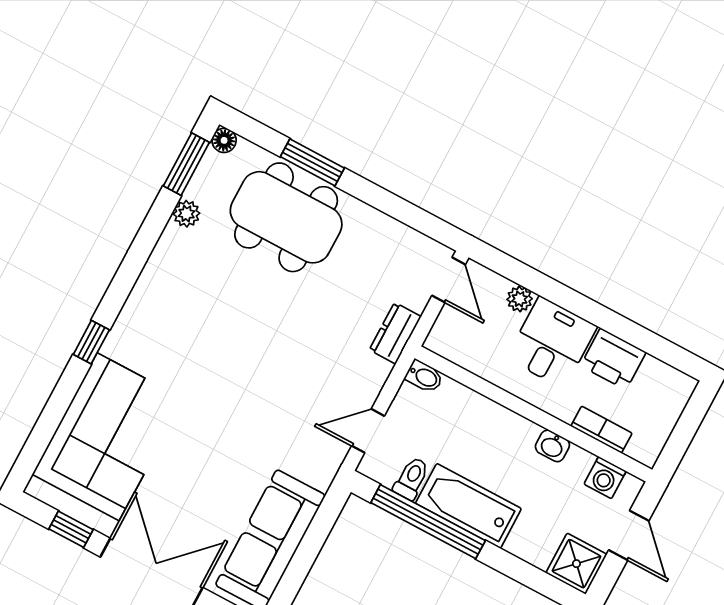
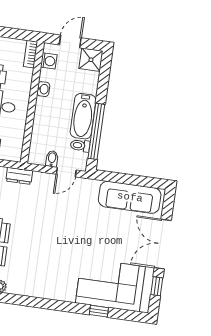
window: (91, 342) -> (99, 311), moved
bidet: (424, 377) -> (52, 159), moved
bookcase: (601, 430) -> (31, 54), moved
door: (368, 431) -> (66, 172), hinge flipped

